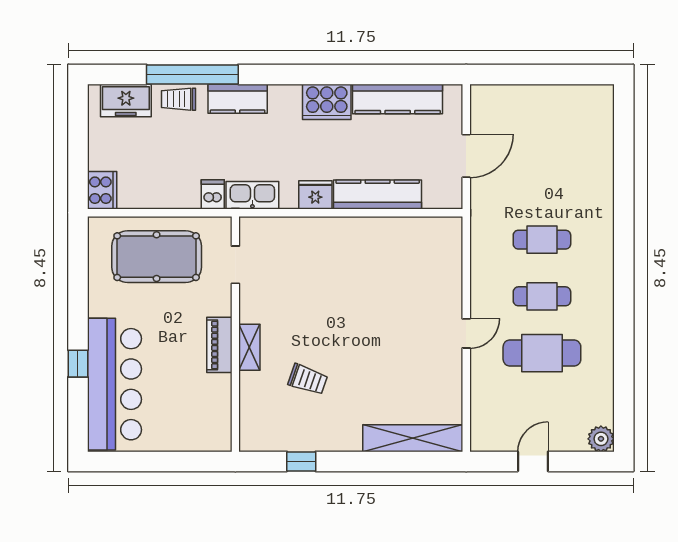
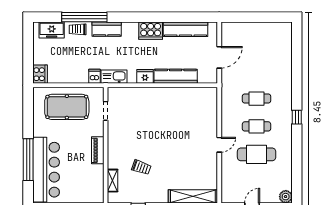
window: (624, 277) -> (297, 117), added
shelving: (249, 347) -> (113, 181), moved
window: (78, 364) -> (28, 160), width x3.17

